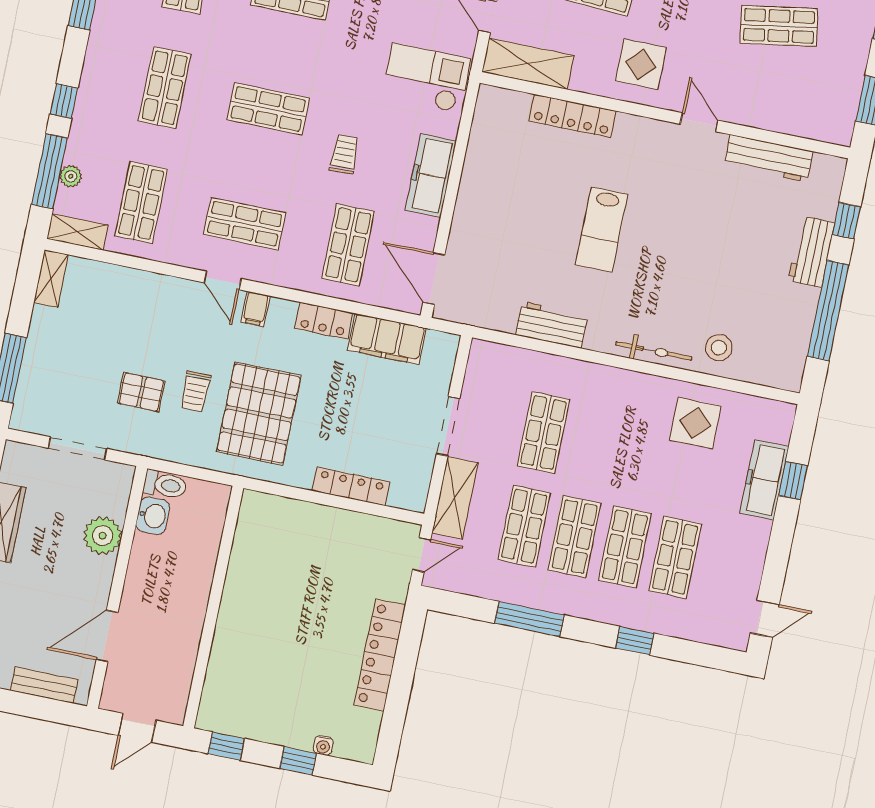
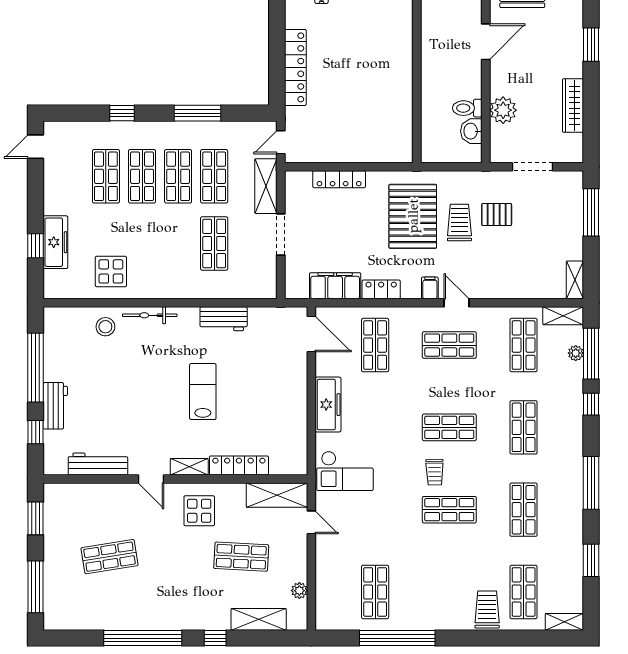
shelving: (642, 128) -> (189, 467), added
trolley: (344, 154) -> (435, 472), moved
trolley: (195, 391) -> (459, 223), width x1.36, depth x1.39
toilet: (165, 485) -> (467, 108), moved

